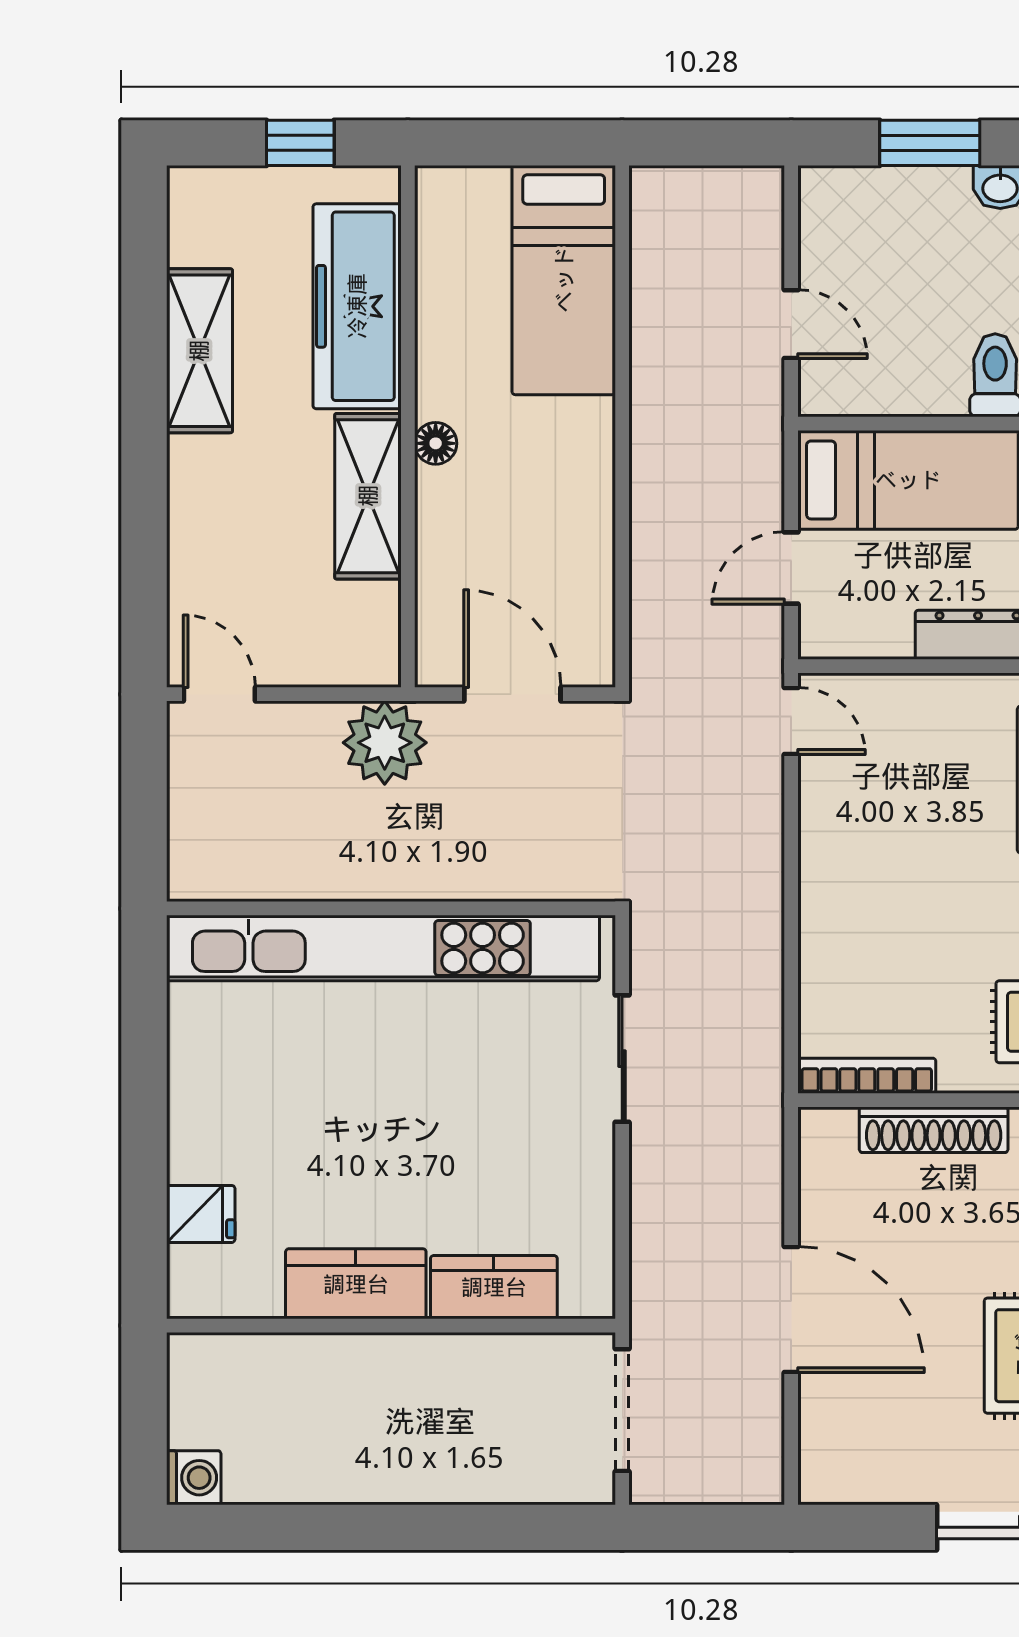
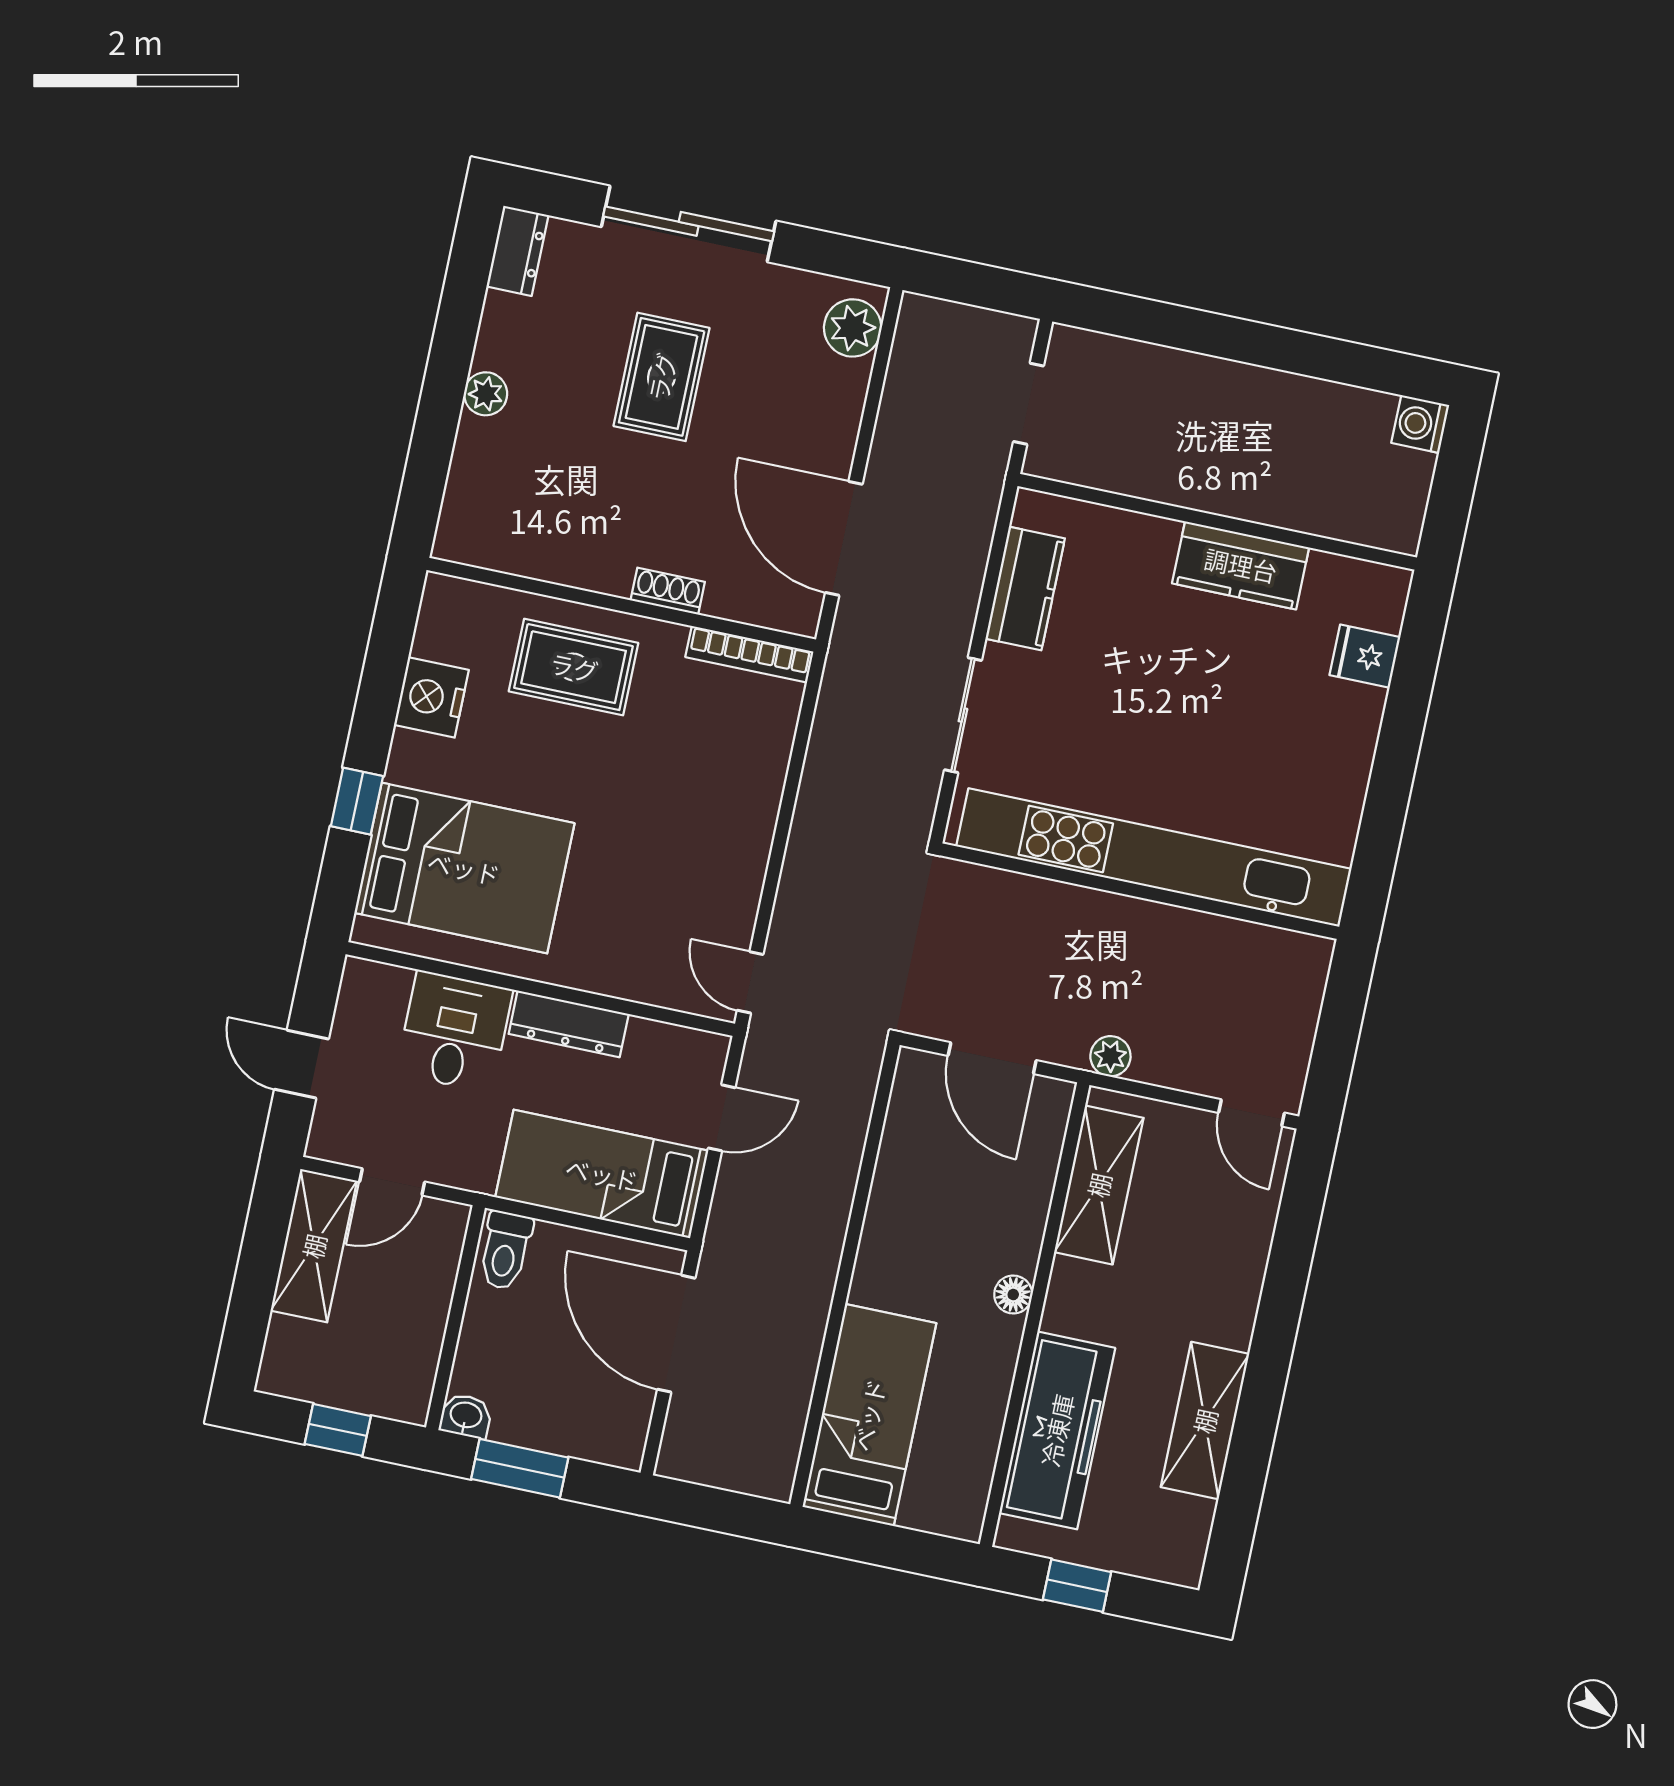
door: (791, 324) -> (676, 1334), width x1.87
shelving: (368, 496) -> (1099, 1185), moved
plant: (385, 743) -> (1110, 1056), width x0.53, depth x0.53
shoe rack: (934, 1130) -> (668, 591), width x0.51, depth x0.81
kitchen counter: (494, 1287) -> (1025, 588), moved, turned -90
door: (791, 1310) -> (844, 538), moved
doorway: (622, 1410) -> (1029, 404), width x0.73
plant: (830, 1452) -> (853, 328), added

